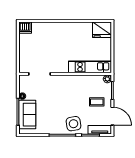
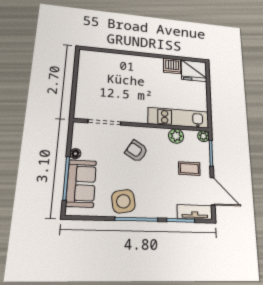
dishwasher: (25, 28) -> (172, 66), moved
plant: (88, 80) -> (176, 136), added
armchair: (61, 92) -> (136, 151), added
side table: (73, 124) -> (123, 201), moved

